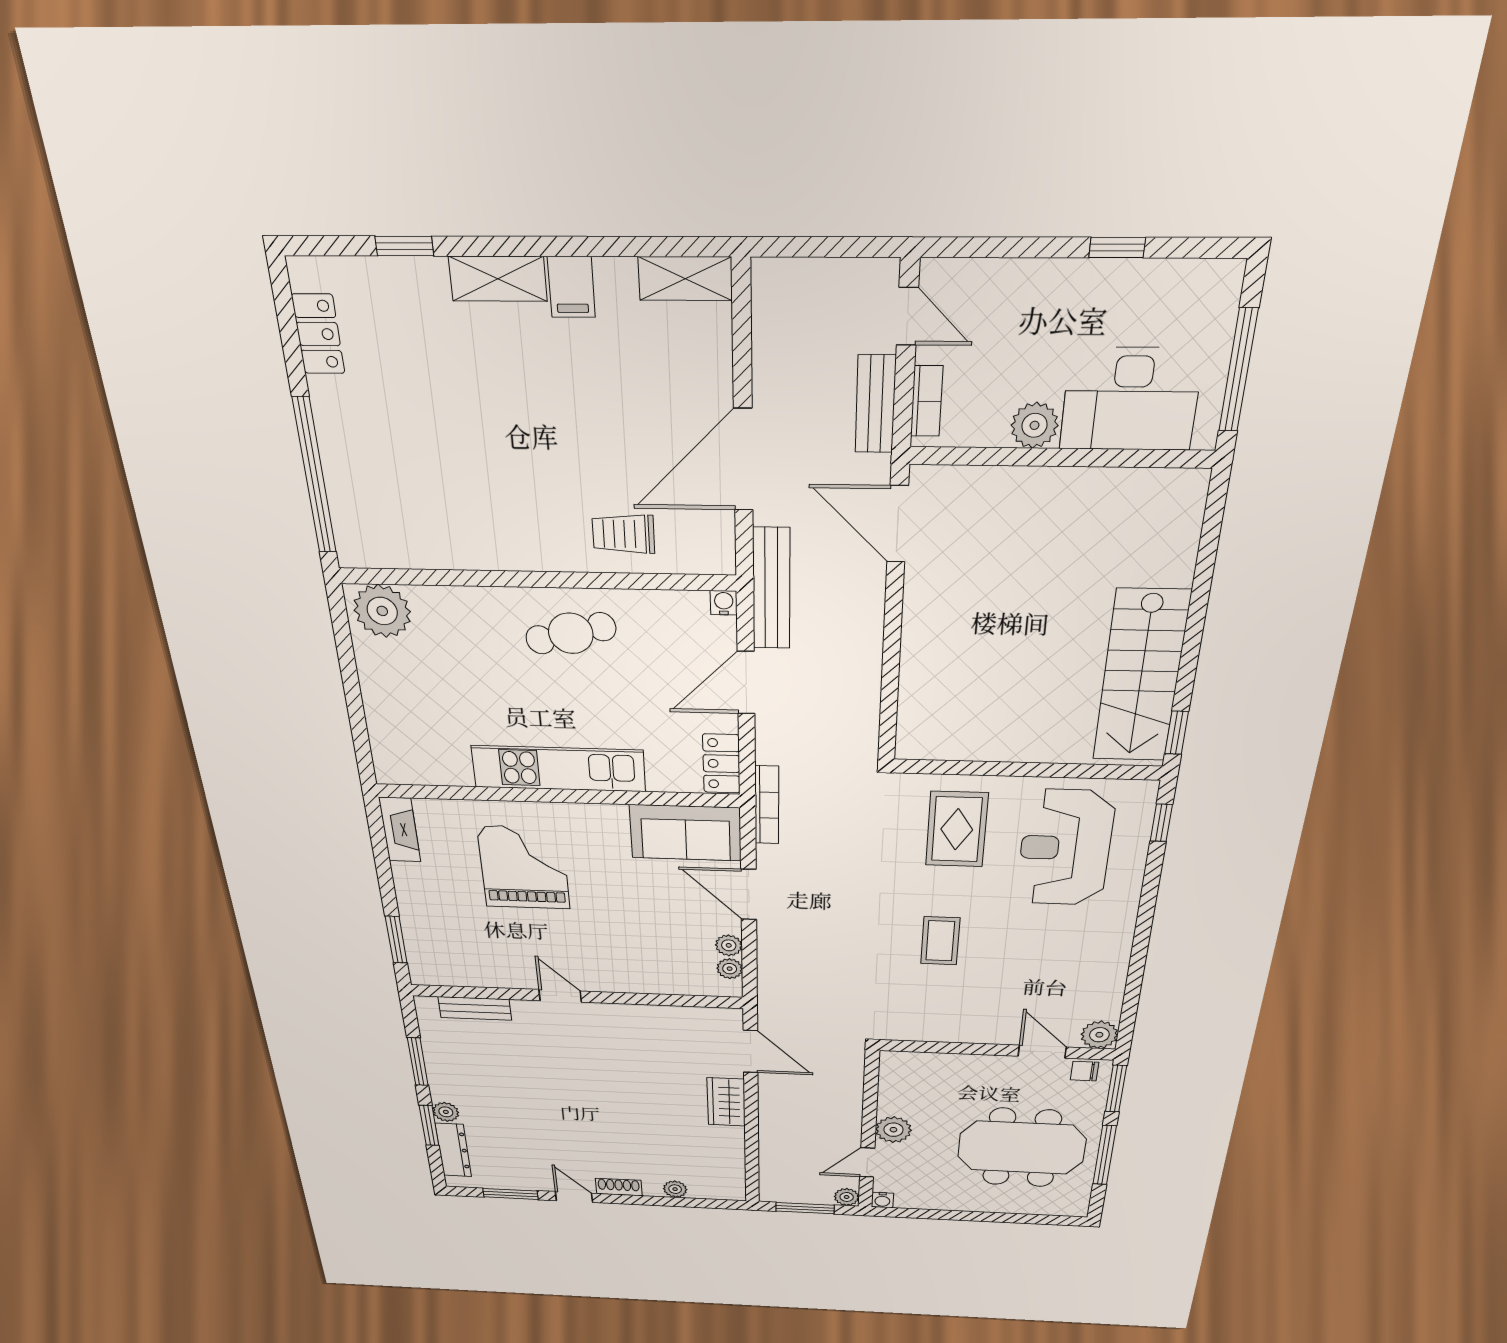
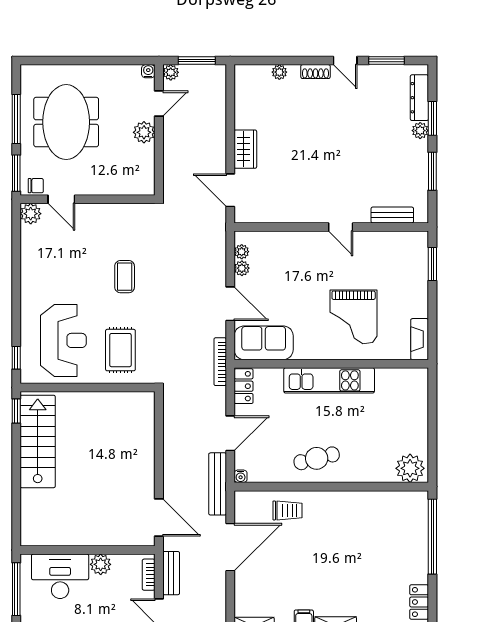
meeting table: (1022, 1148) -> (66, 122), turned 90

